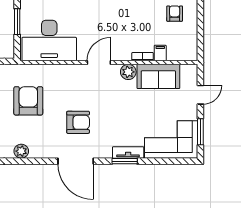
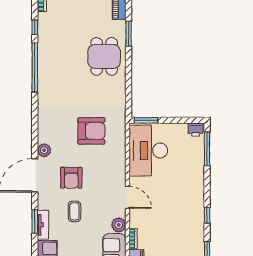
window: (17, 22) -> (146, 120), moved
coffee table: (114, 119) -> (74, 211), added
plant: (21, 151) -> (44, 150), moved

